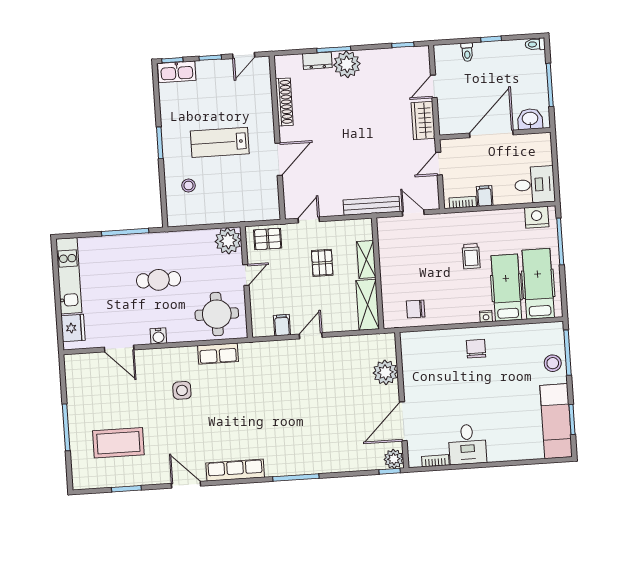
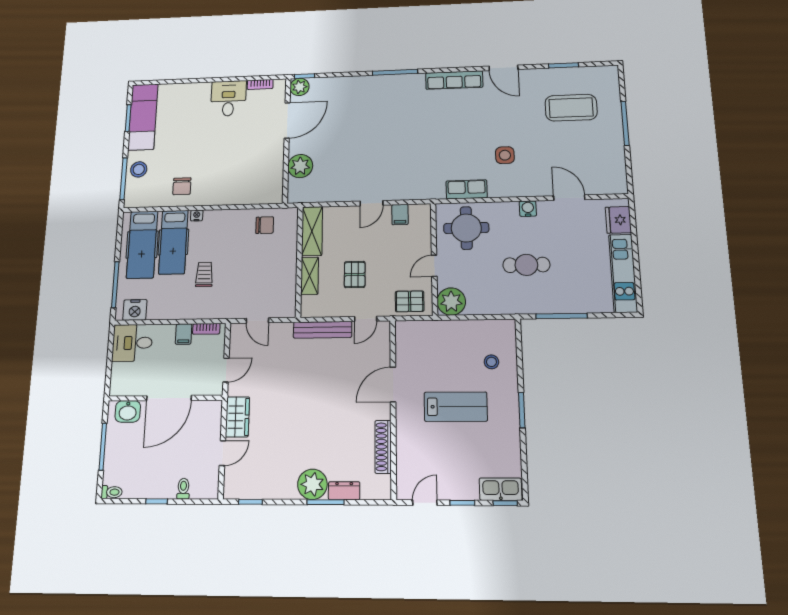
bench: (371, 206) -> (323, 330), moved
chair: (476, 349) -> (182, 186), moved

